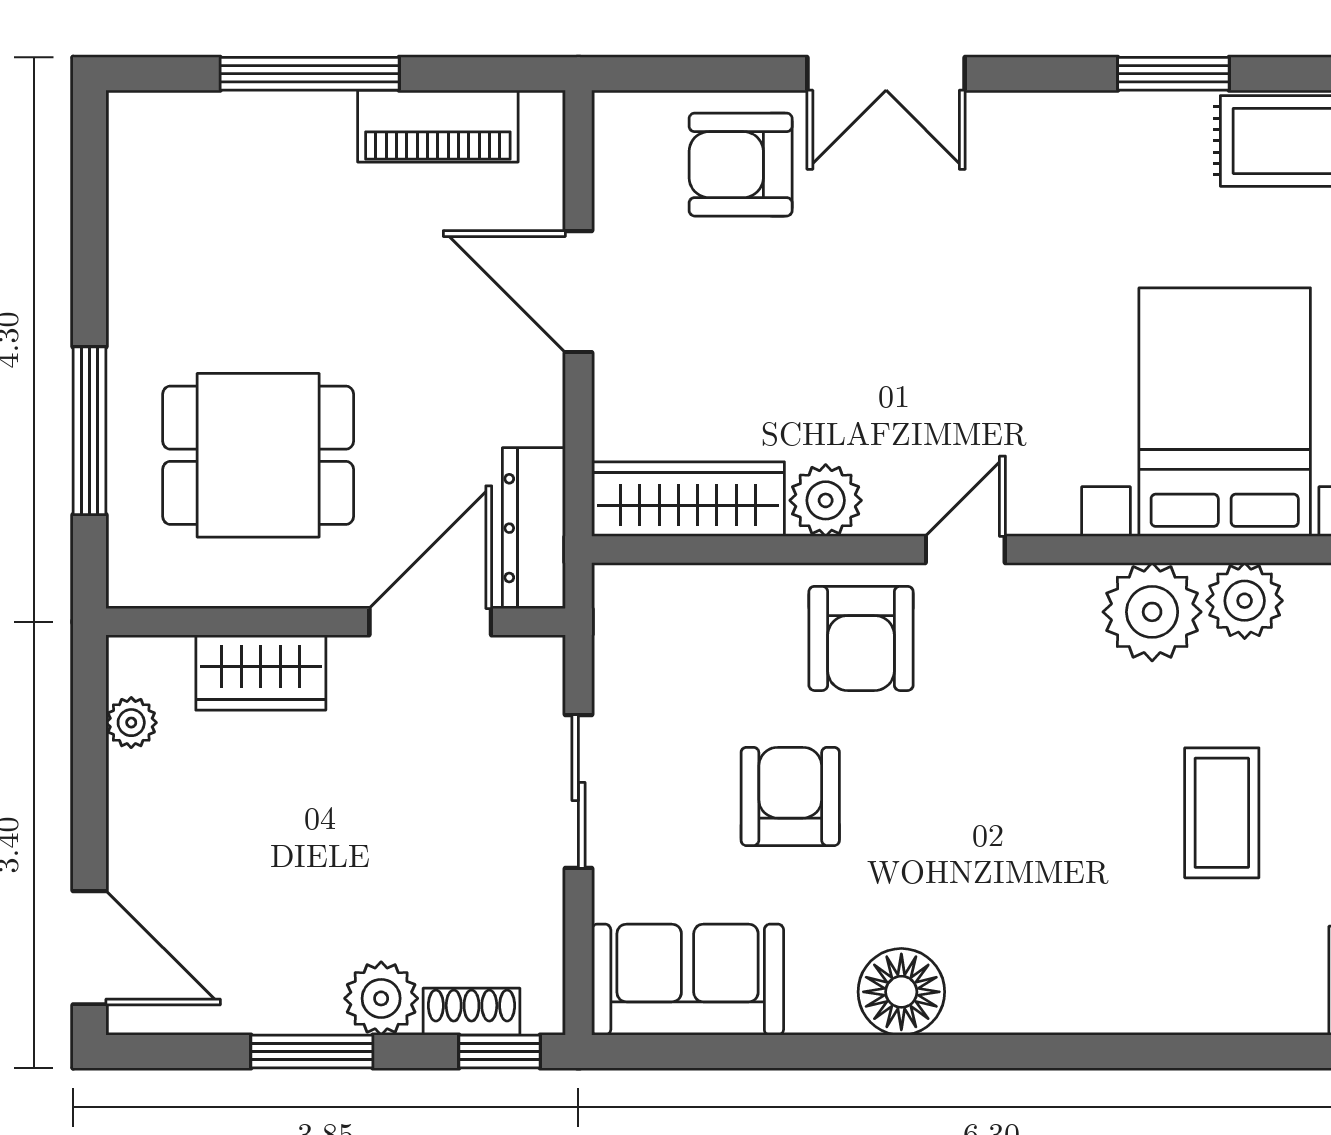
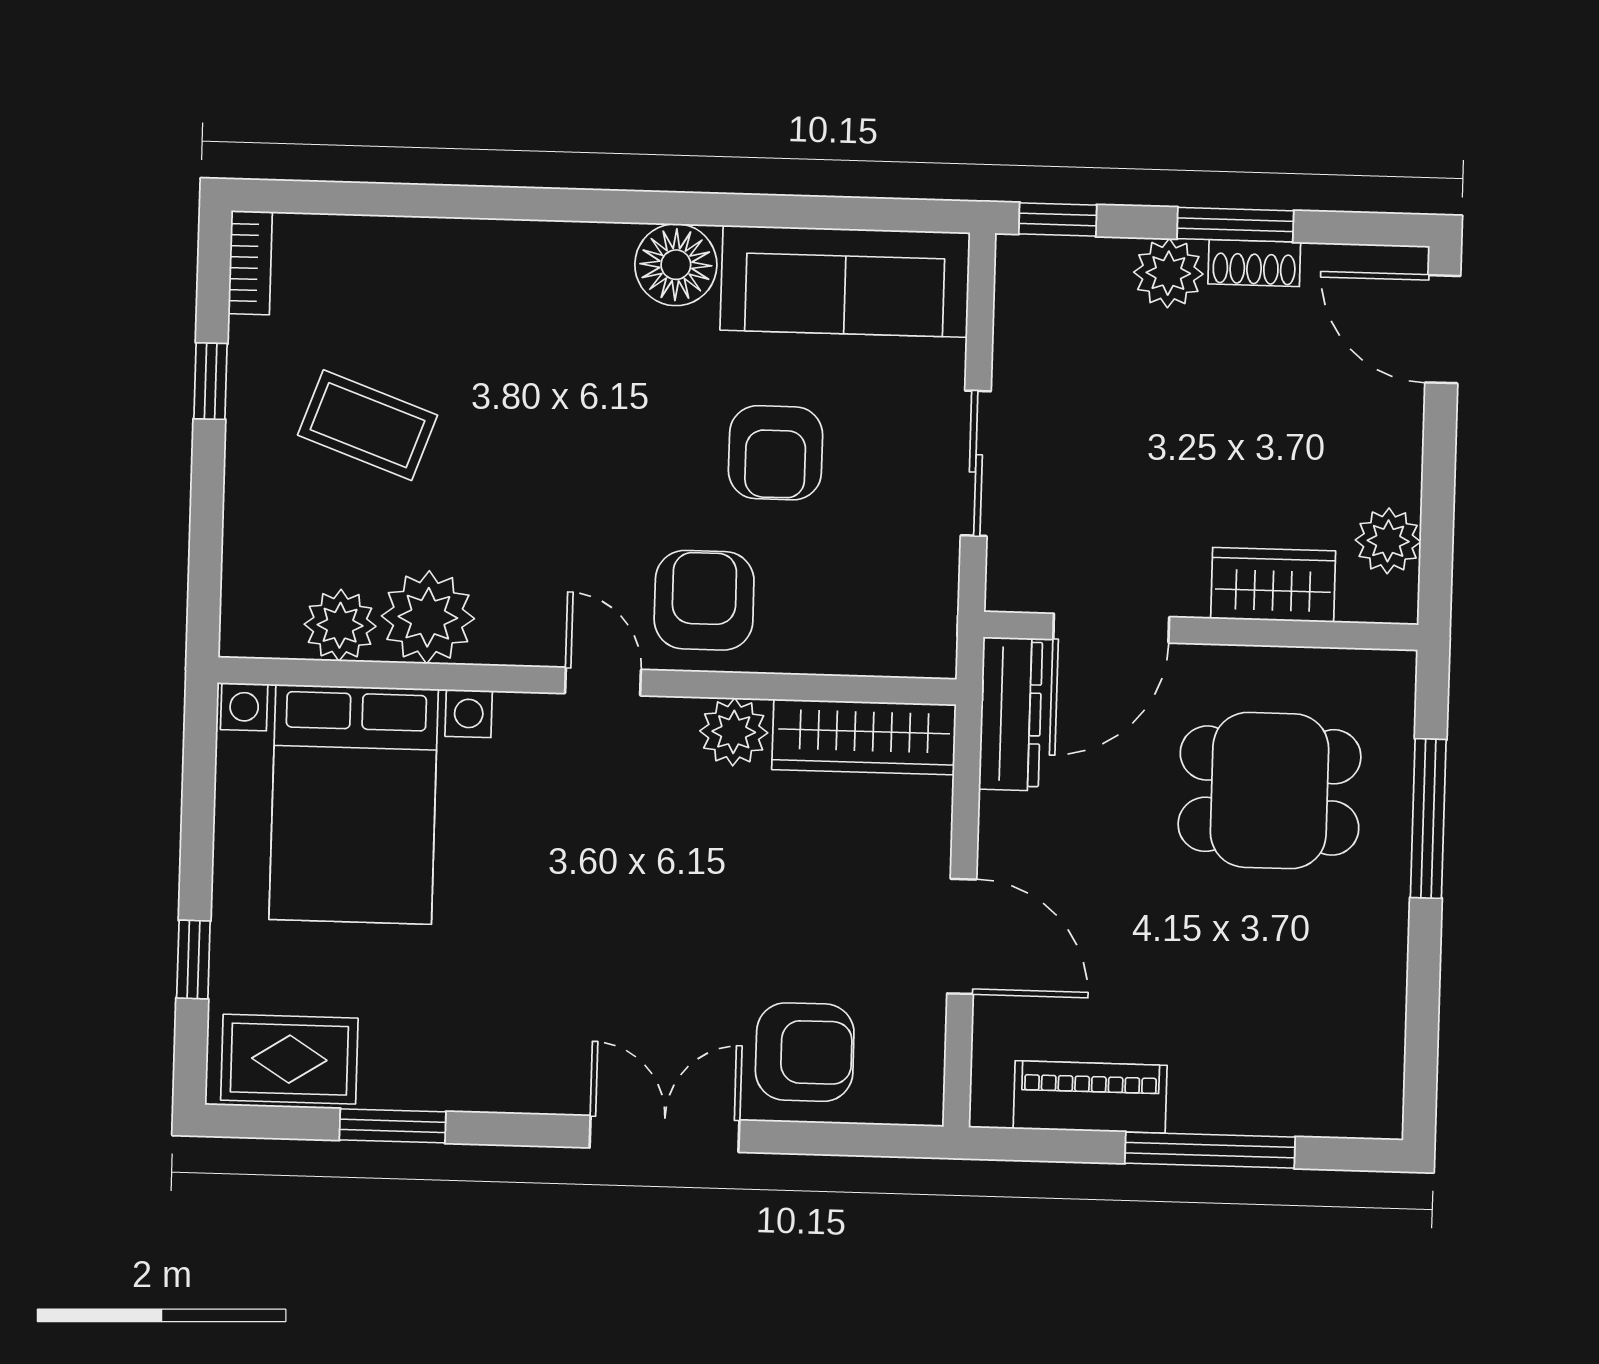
door: (965, 550) -> (603, 681), swing flipped
plant: (131, 723) -> (1388, 541), width x1.38, depth x1.38
coffee table: (1222, 813) -> (368, 425), turned -70
sofa: (688, 980) -> (845, 281), width x1.36
shoe rack: (472, 1012) -> (1254, 263), moved

